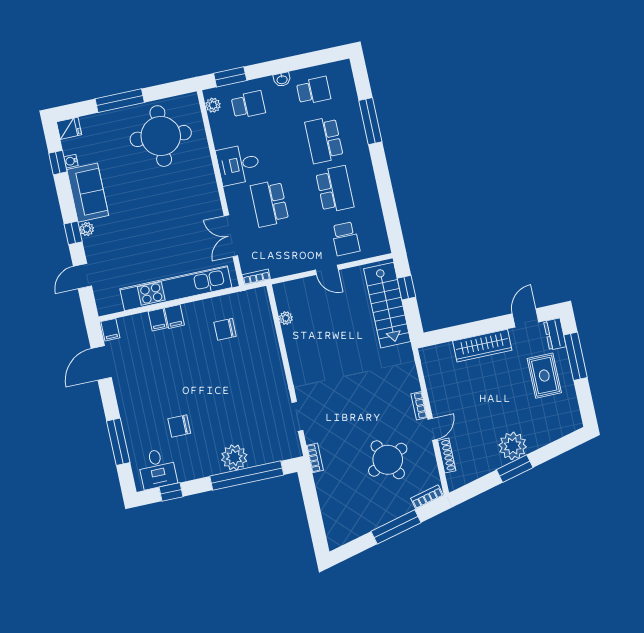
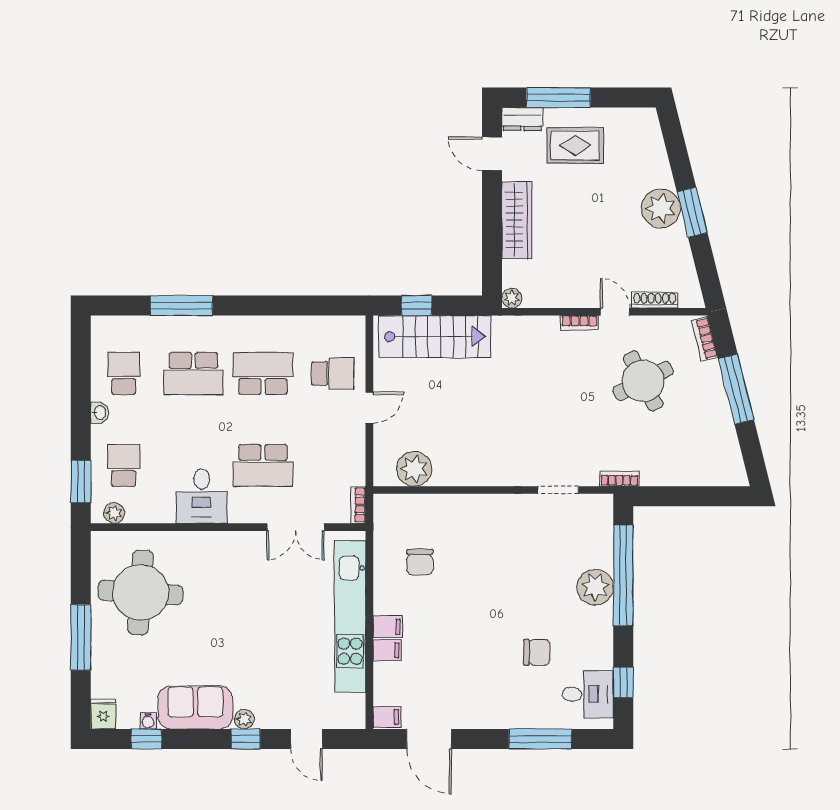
plant: (286, 318) -> (414, 469), width x1.88, depth x1.88
plant: (426, 354) -> (512, 298), added
chair: (179, 426) -> (537, 652), turned -90

